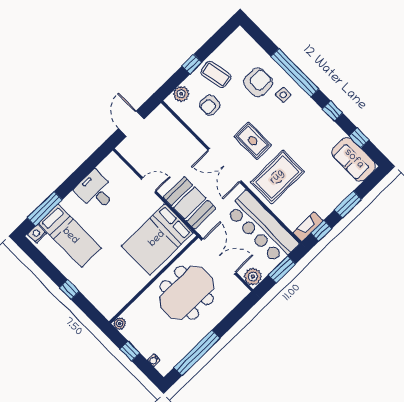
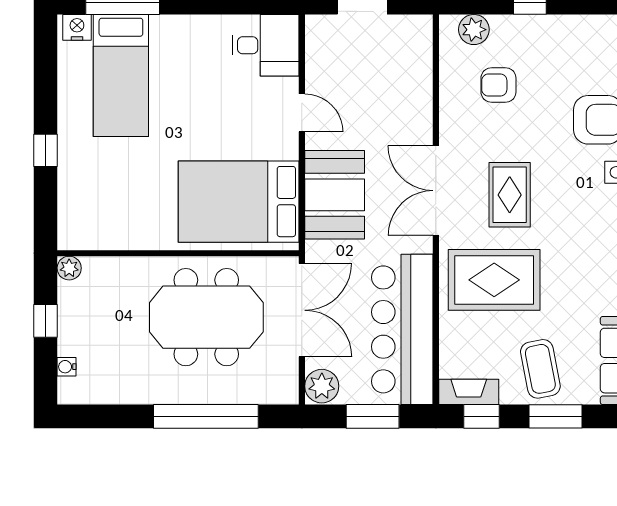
coffee table: (216, 74) -> (540, 369), moved
desk: (96, 191) -> (266, 45), moved, turned 90
window: (197, 353) -> (206, 416), moved

